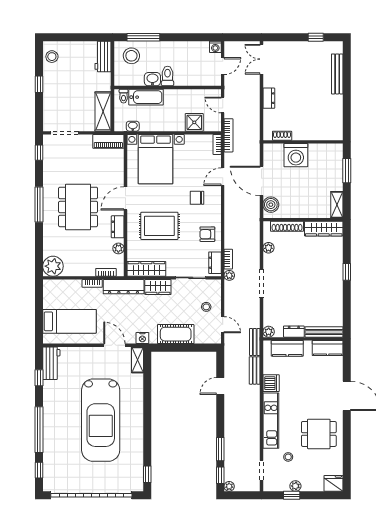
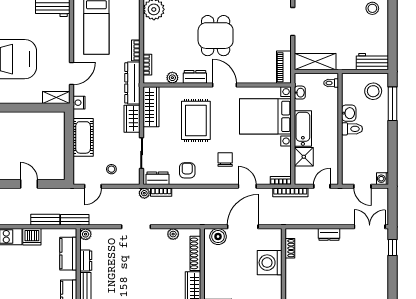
window: (316, 37) -> (392, 247), moved
bathtub: (146, 97) -> (303, 129), moved, turned 180
dining table: (78, 207) -> (216, 36), width x0.73

